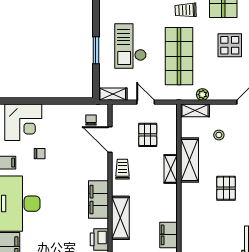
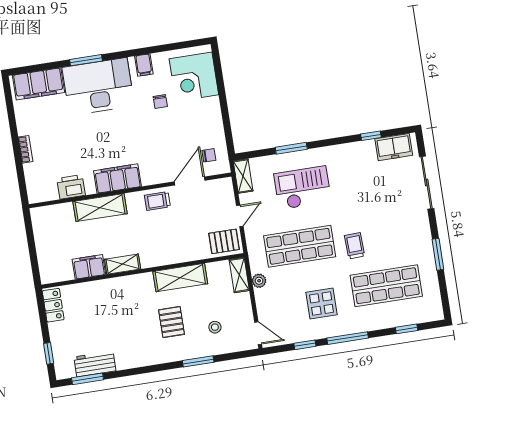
pallet: (148, 135) -> (224, 241), moved
stool: (219, 135) -> (215, 327), moved
trolley: (122, 169) -> (157, 201), turned 180
shelving: (171, 169) -> (123, 264), moved
pallet: (226, 188) -> (172, 322), moved, turned 90

